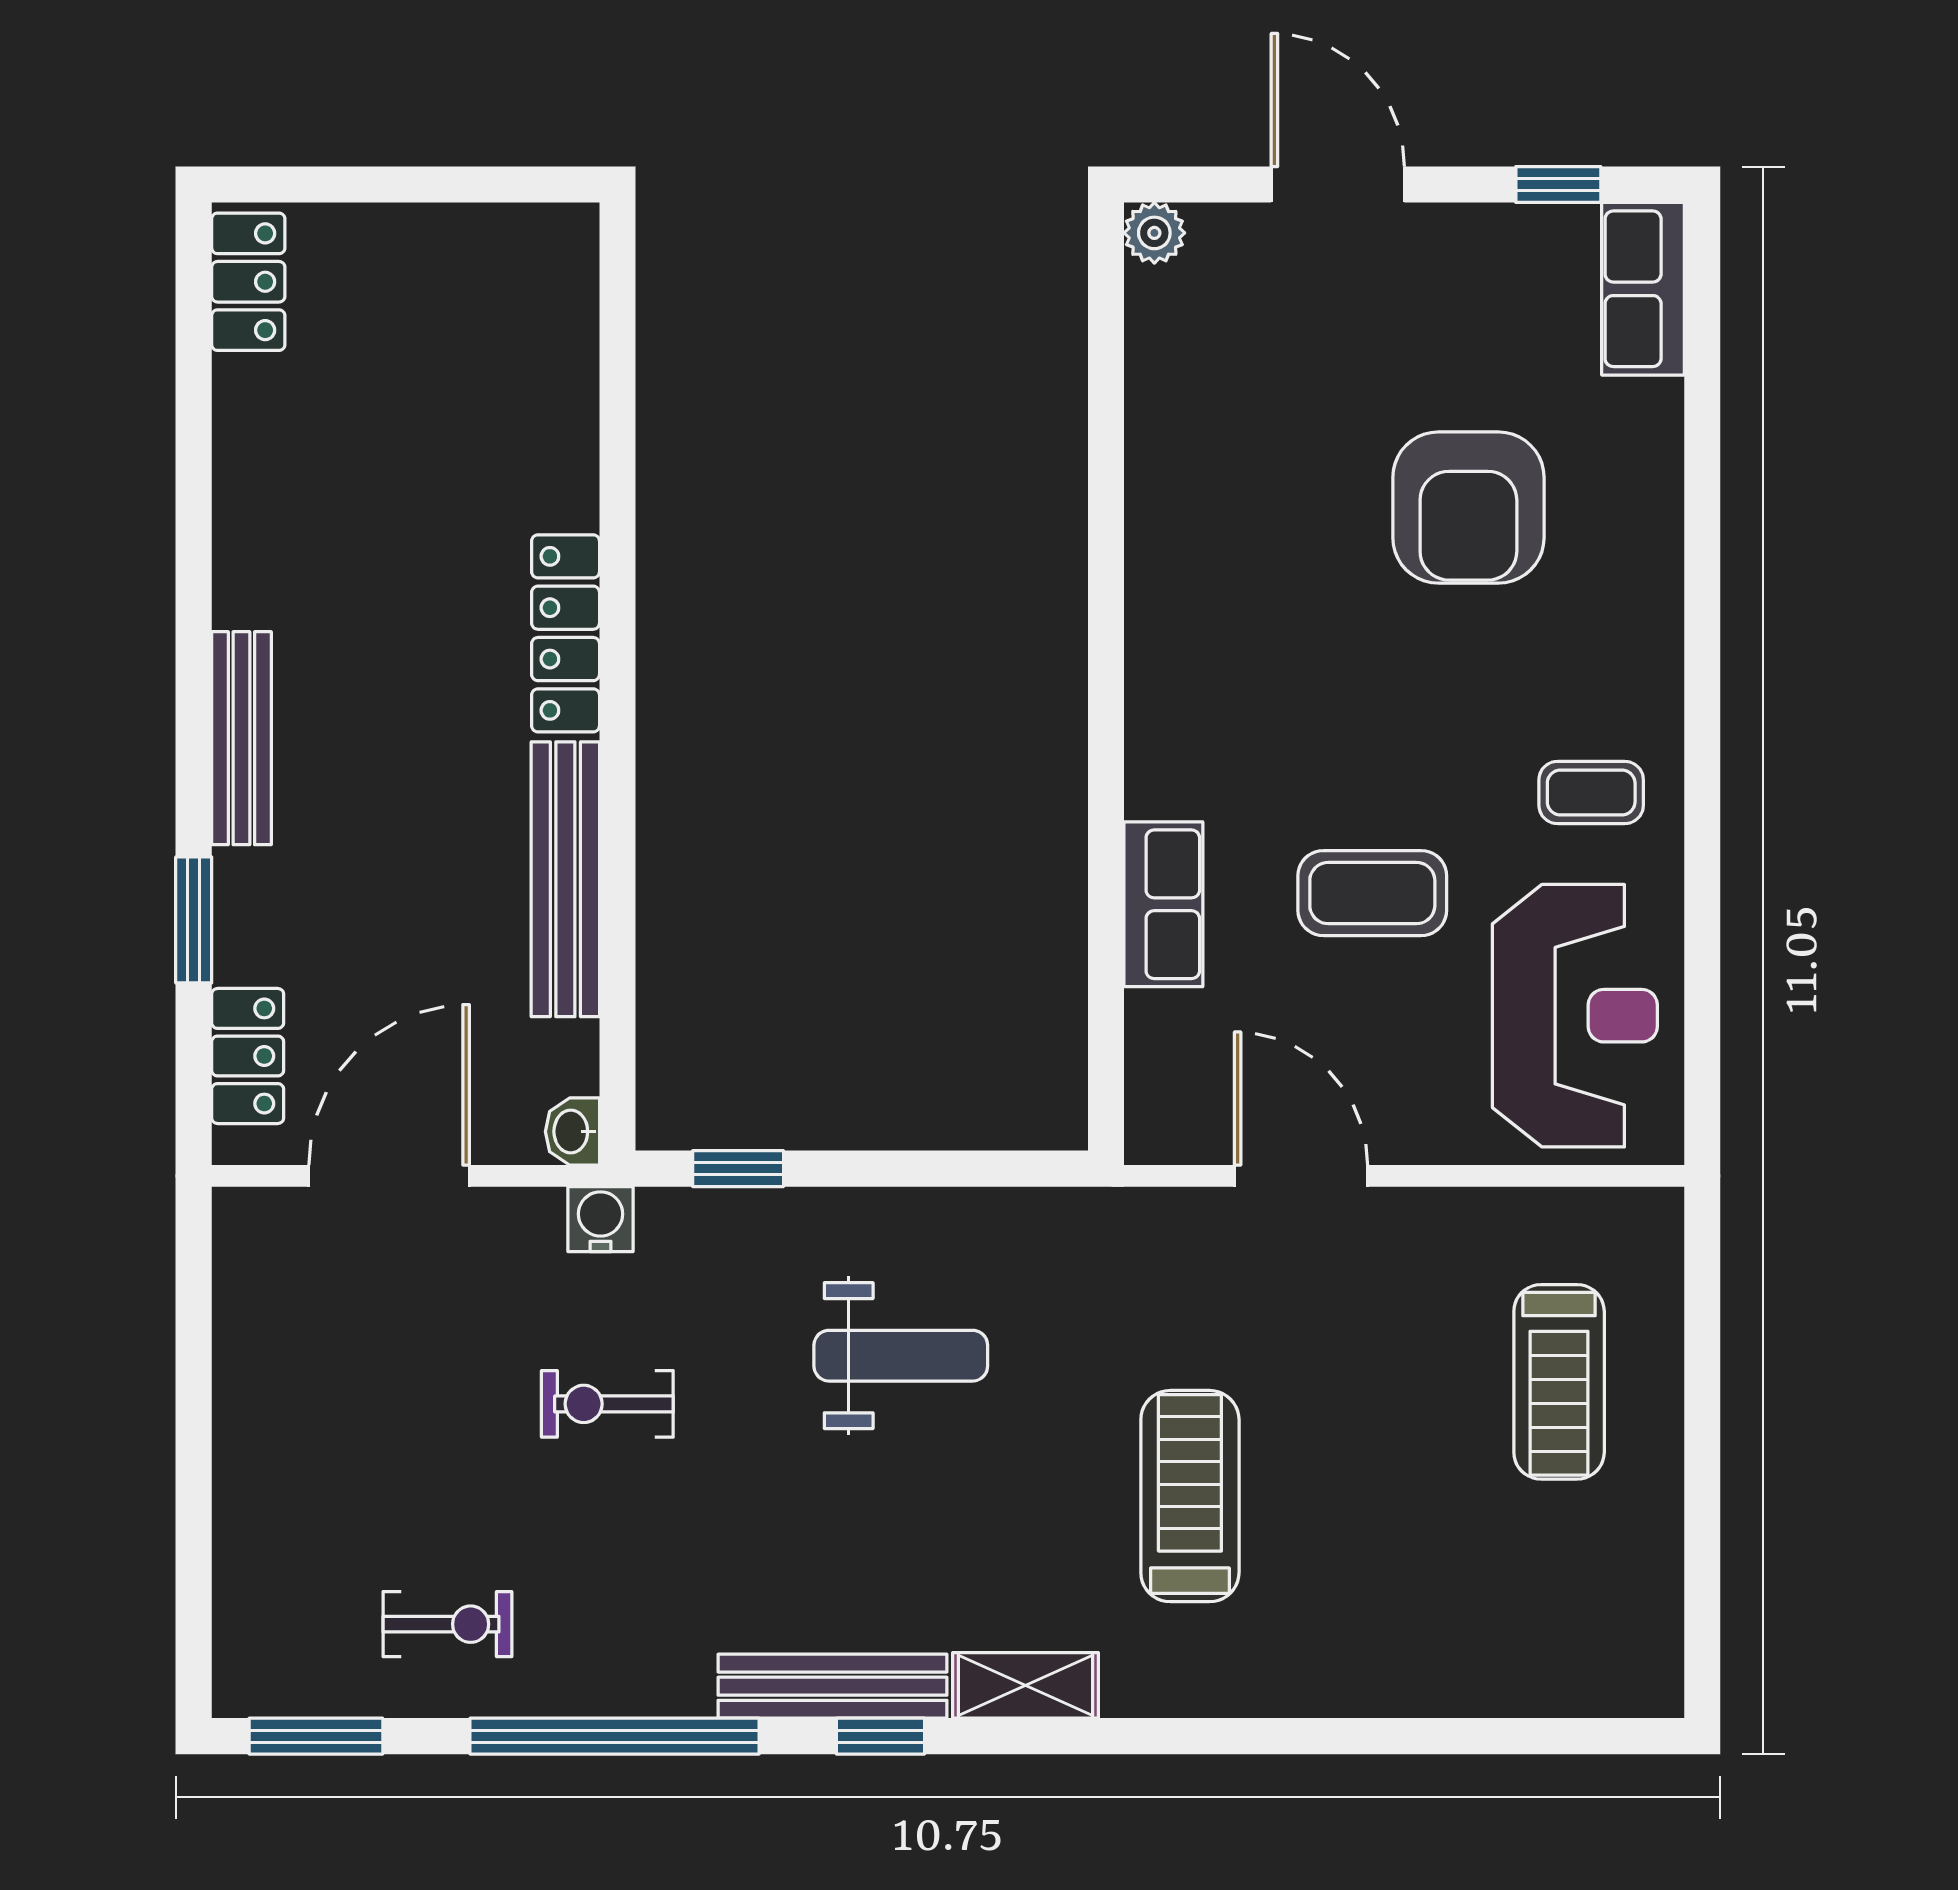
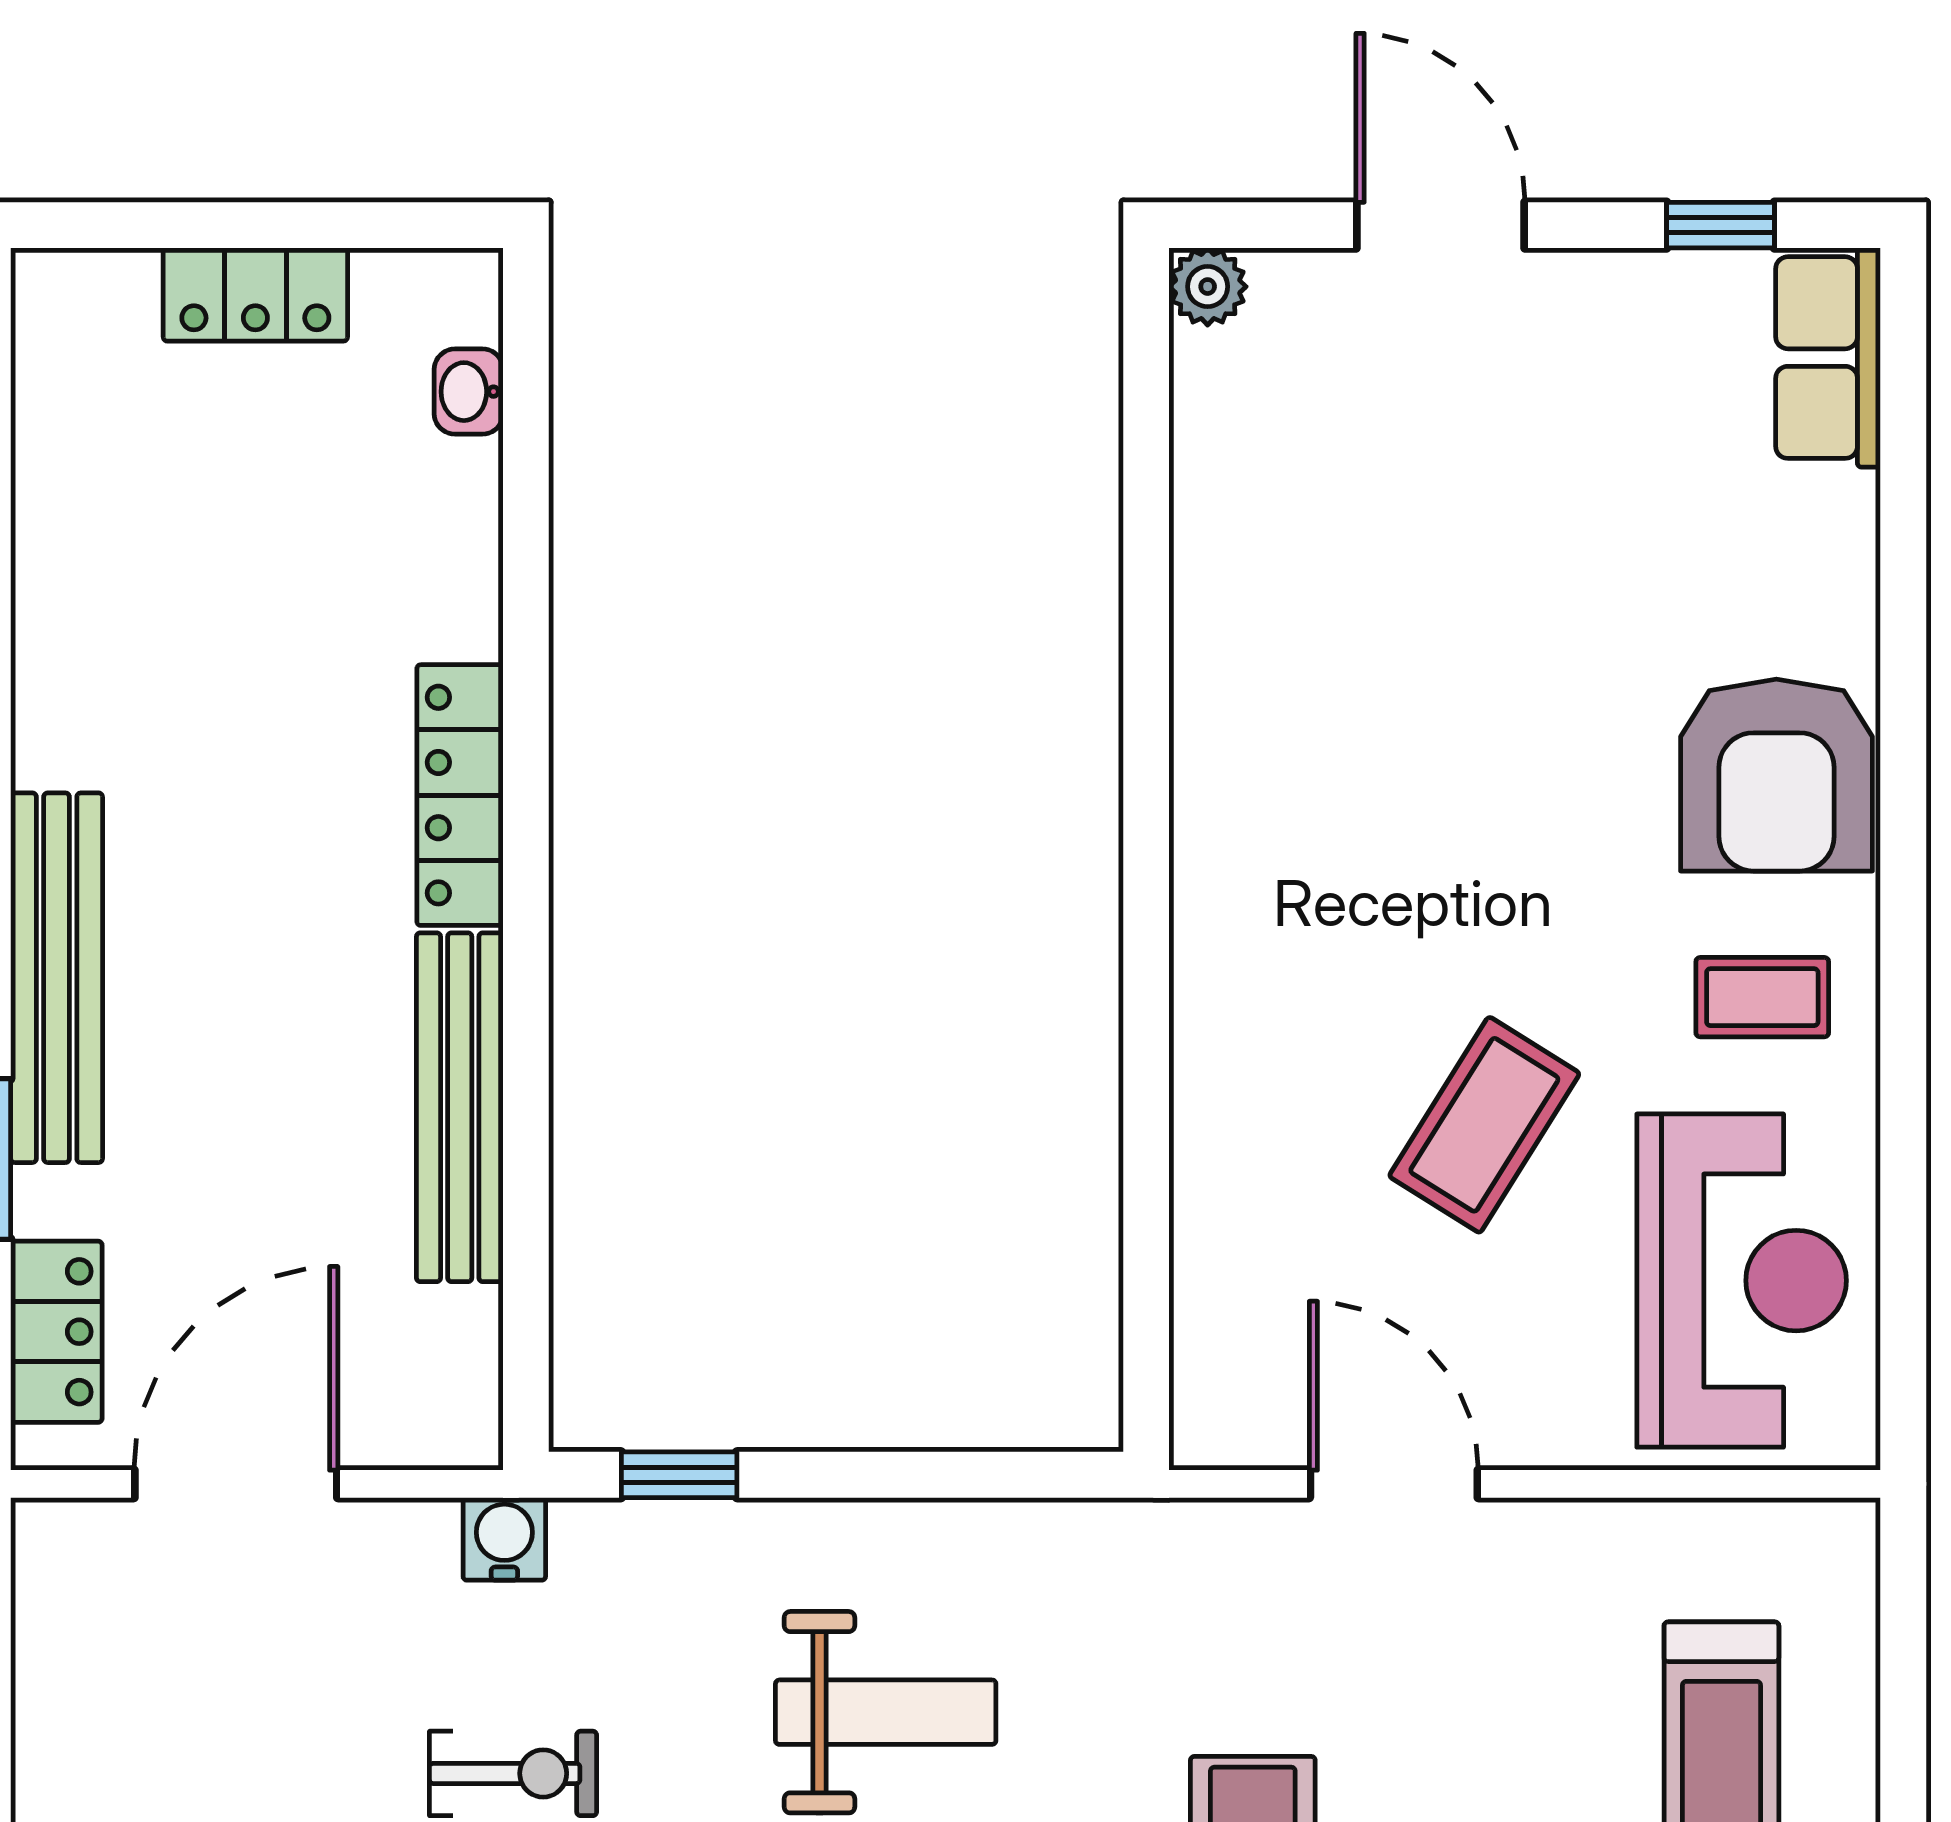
locker: (248, 282) -> (255, 294), moved, turned 90
armchair: (1468, 508) -> (1776, 775), moved
bench: (241, 738) -> (57, 978), width x1.37, depth x1.21
coffee table: (1372, 893) -> (1484, 1125), turned -58
row of seats: (1163, 904) -> (1219, 1139), removed
washbasin: (572, 1132) -> (469, 392), moved
exercise bike: (607, 1404) -> (513, 1773), turned 180

